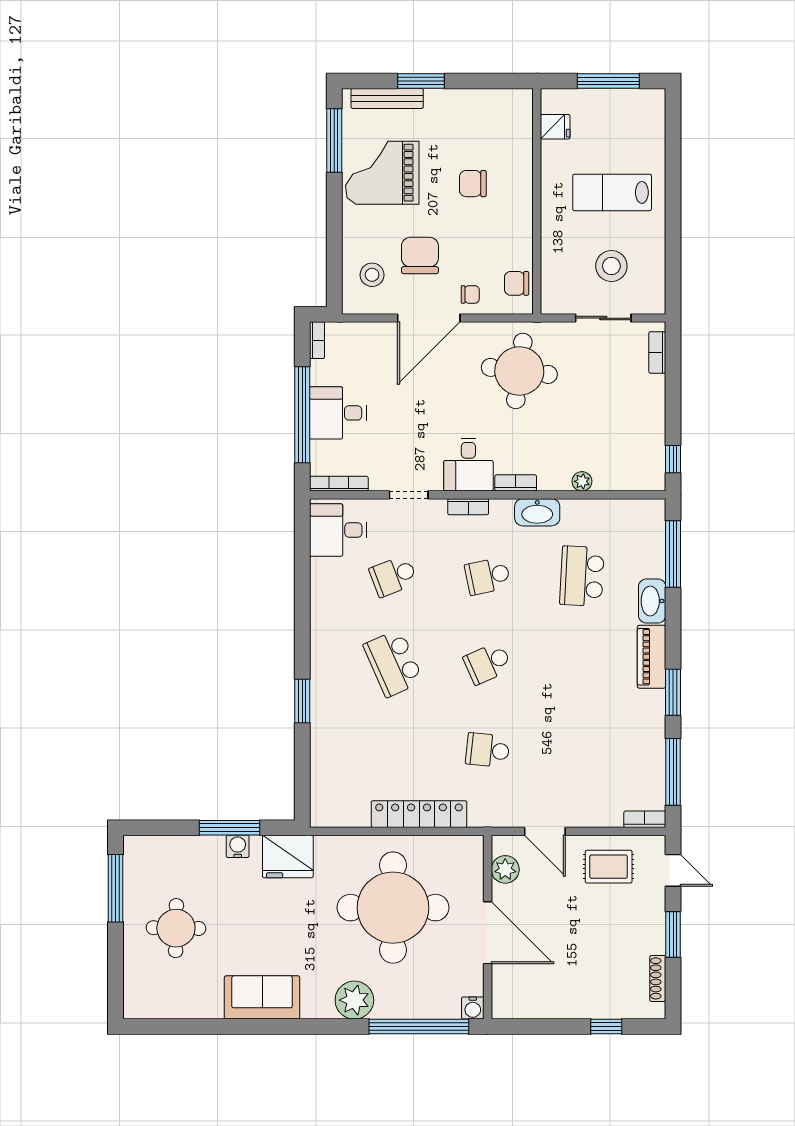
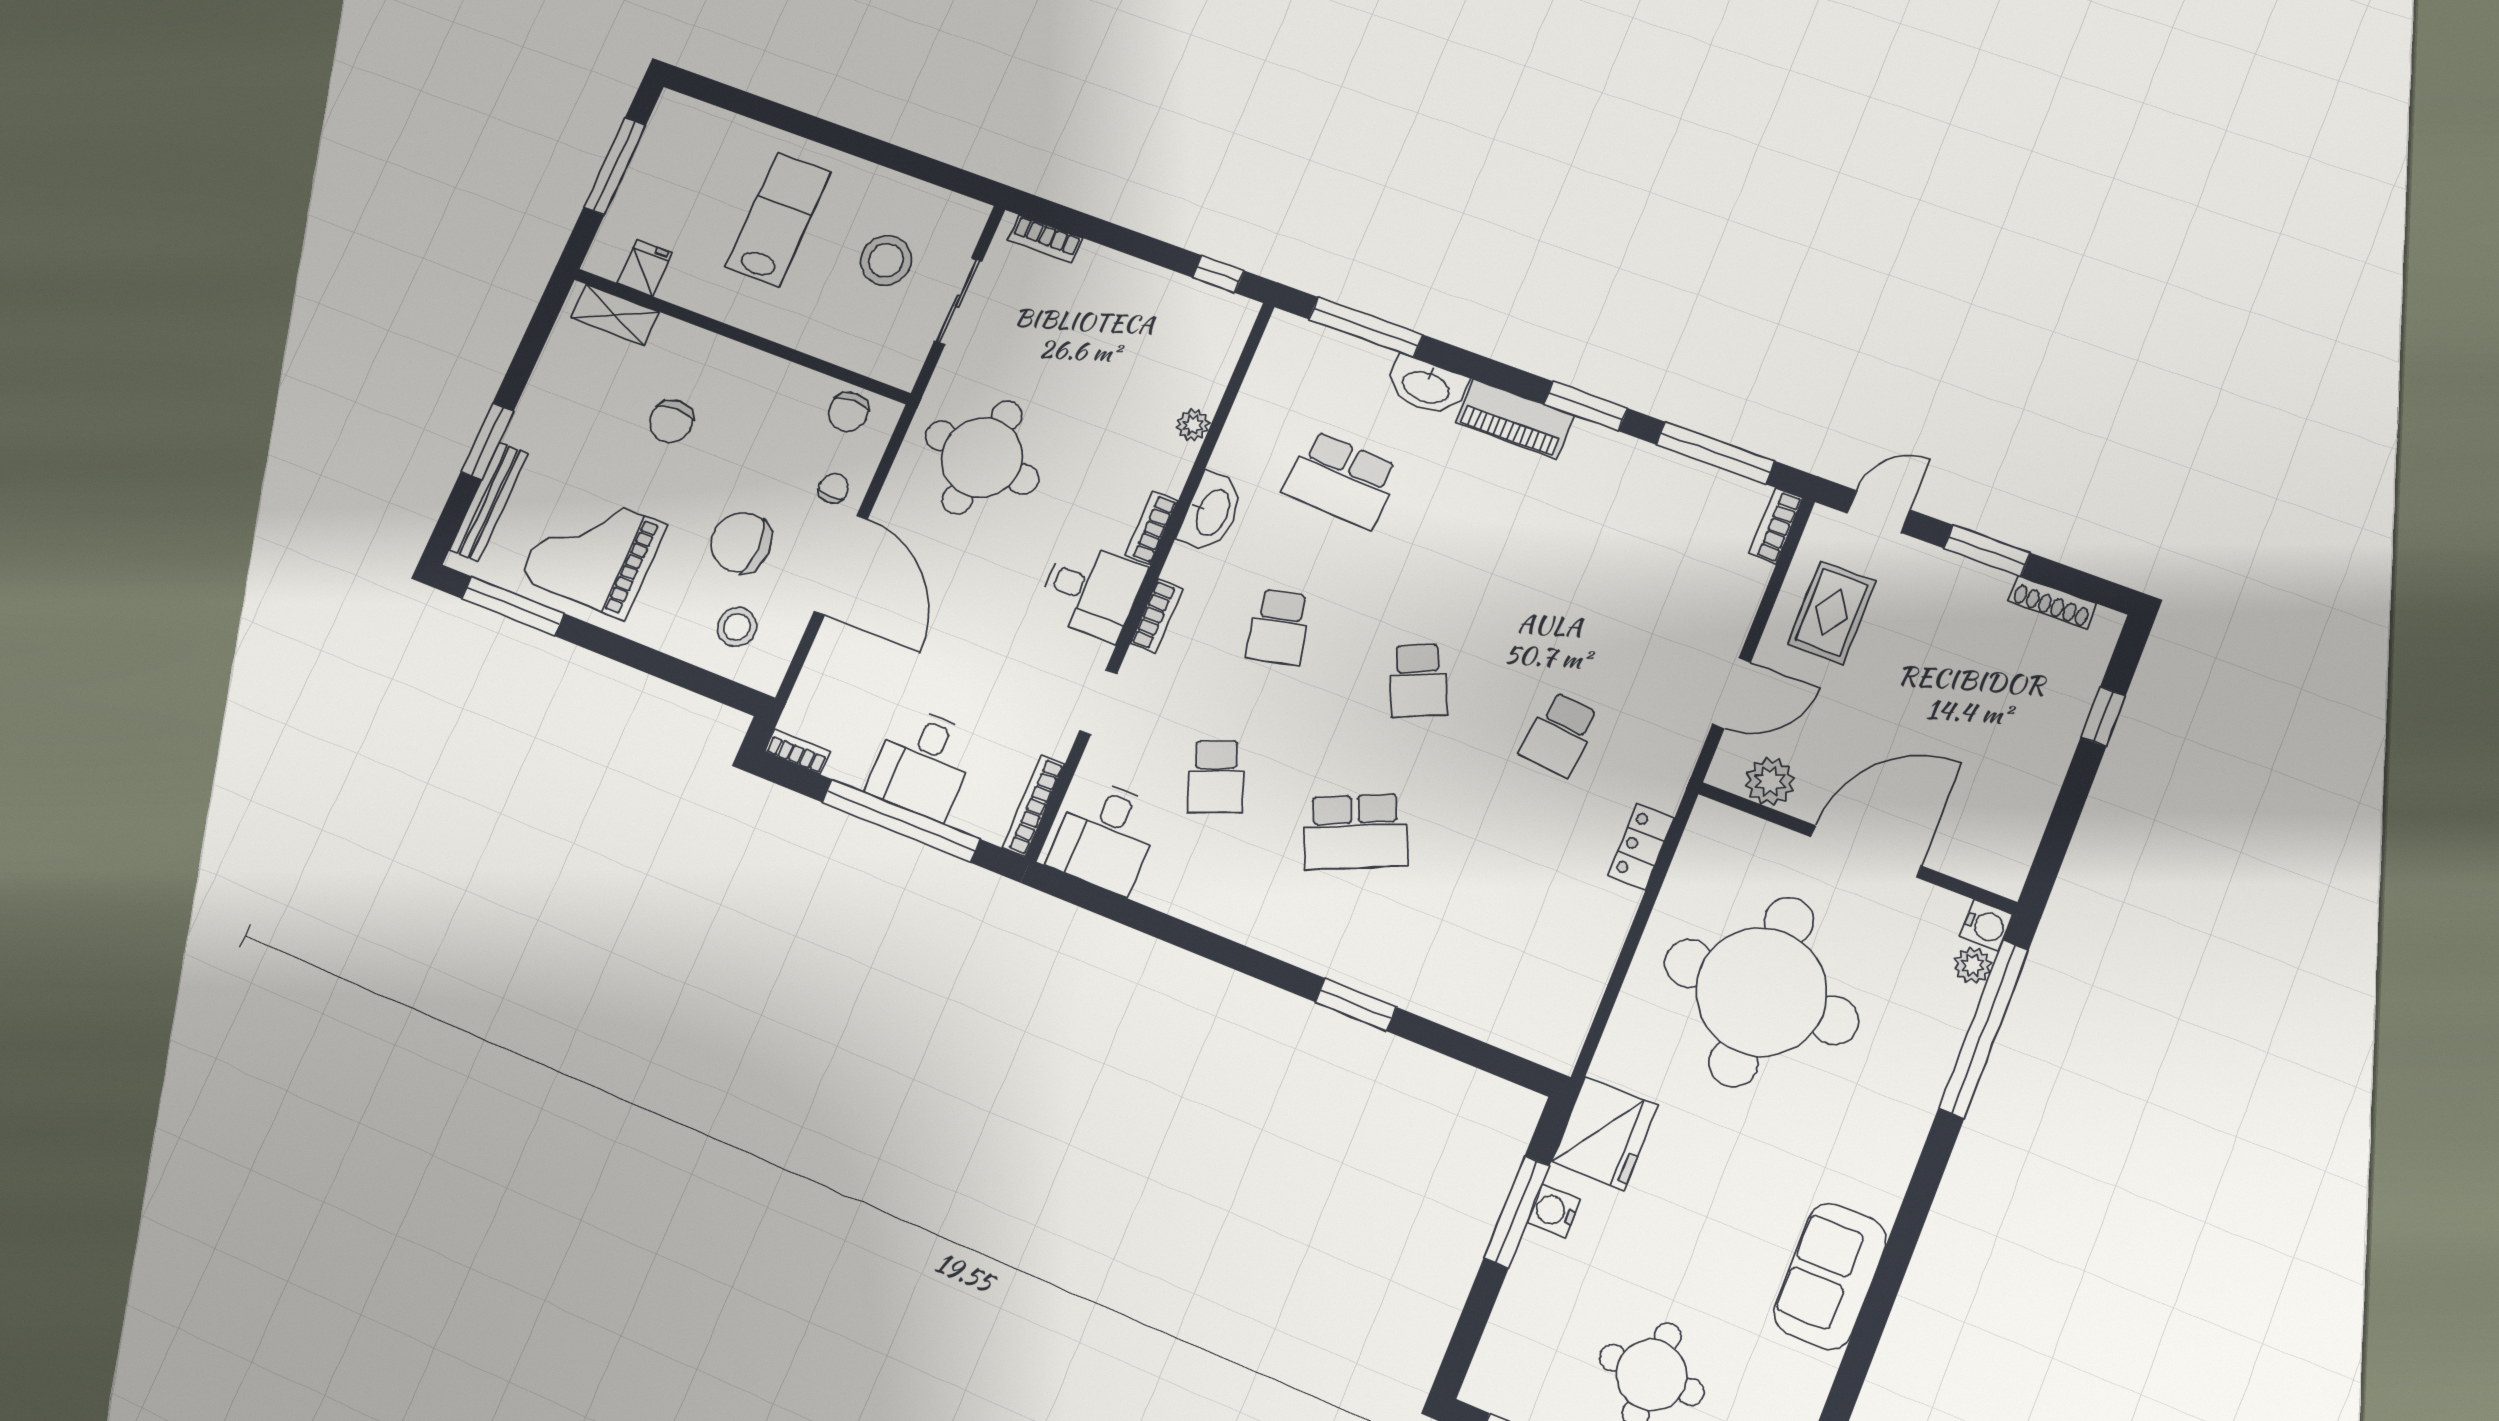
shelving: (522, 122) -> (615, 315), added
grand piano: (382, 173) -> (593, 552), turned 90
lab bench: (612, 192) -> (778, 220), turned 180
locker: (419, 814) -> (1641, 847), width x0.46, depth x0.83
plant: (354, 1000) -> (1973, 965), moved, width x0.53, depth x0.53

